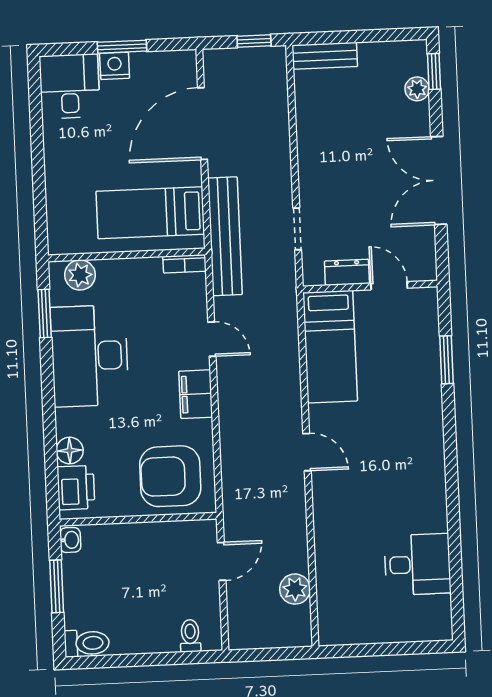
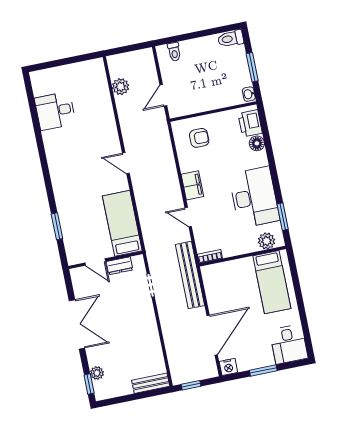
nightstand: (115, 66) -> (228, 367), moved
bed: (150, 213) -> (272, 282), moved, turned 90
armchair: (170, 476) -> (199, 138), width x0.53, depth x0.53

